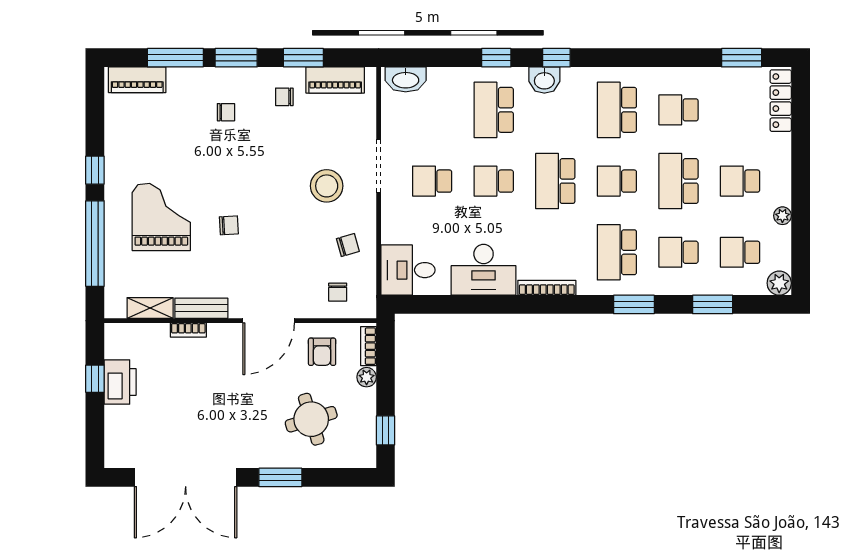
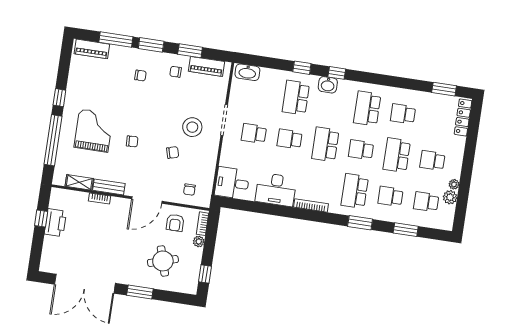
chair: (348, 245) -> (173, 153), moved
plant: (779, 283) -> (450, 197), moved

